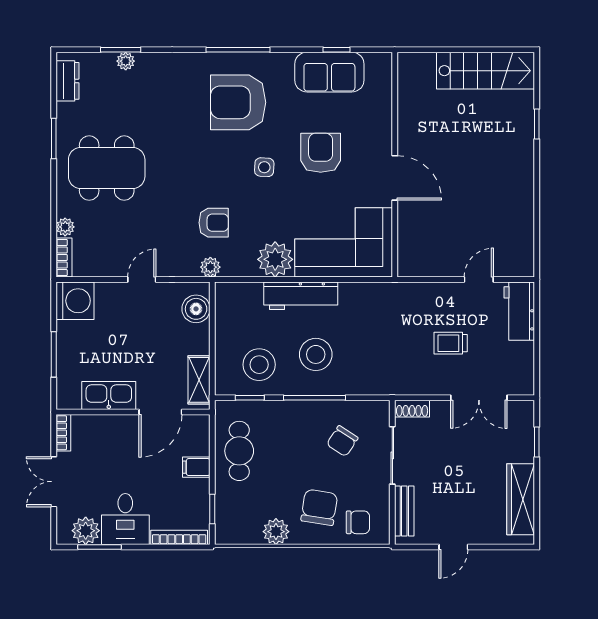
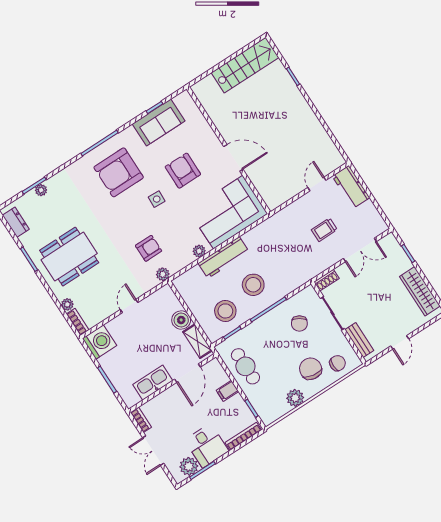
plant: (275, 259) -> (199, 251), width x0.53, depth x0.53
boiler: (196, 309) -> (181, 320), moved

